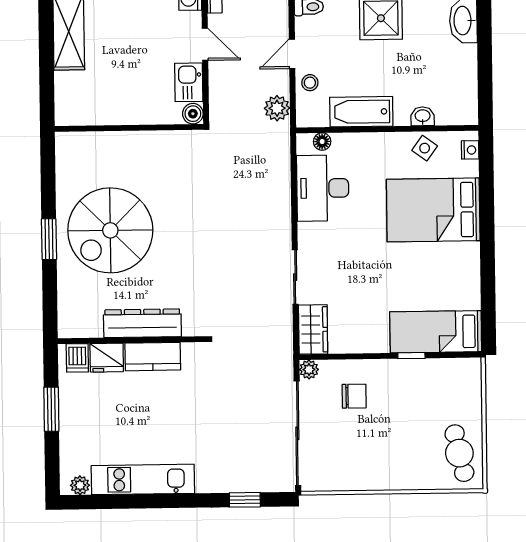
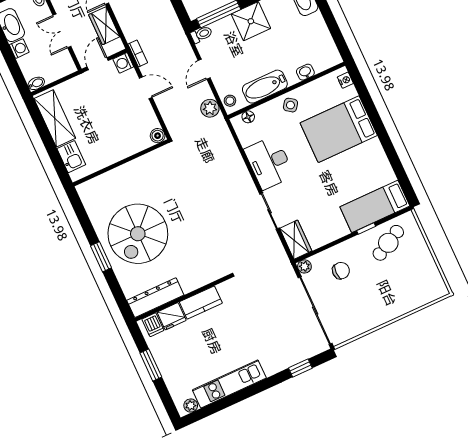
kitchen sink: (189, 82) -> (71, 157), moved, turned 180
stool: (310, 83) -> (230, 101), moved
side table: (425, 148) -> (290, 105), moved
desk: (323, 188) -> (269, 163), moved
dresser: (142, 323) -> (155, 298), moved
cafe table: (459, 453) -> (388, 243), moved, turned 75

